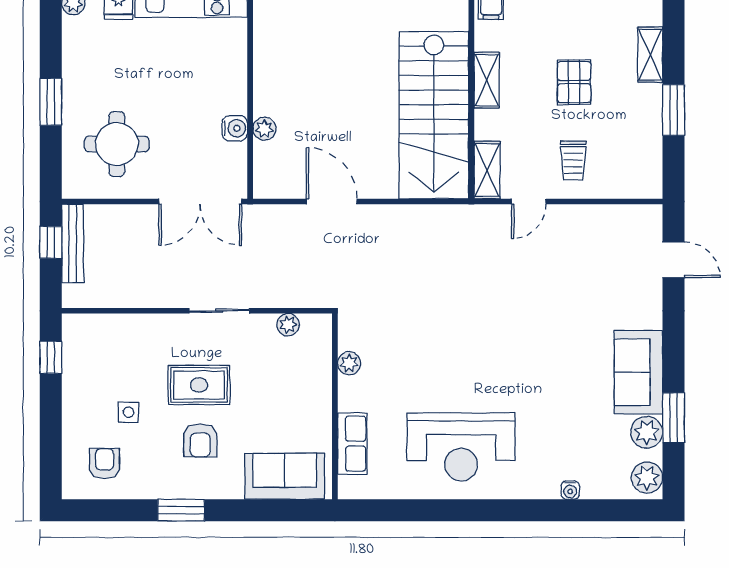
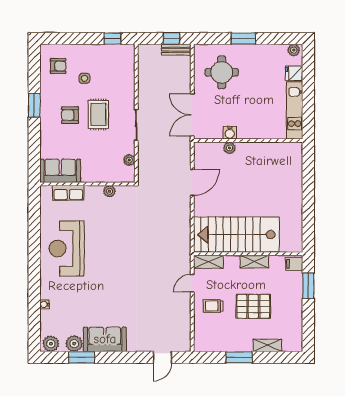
pallet: (574, 82) -> (253, 306), width x1.50, depth x1.42
door: (529, 201) -> (192, 283), hinge flipped
bench: (73, 243) -> (176, 50), width x0.73
sofa: (285, 476) -> (60, 171), moved, turned -90

